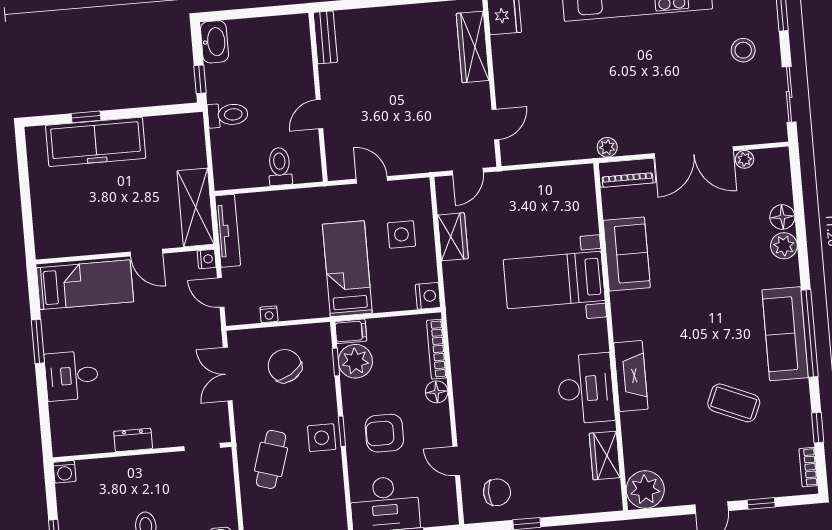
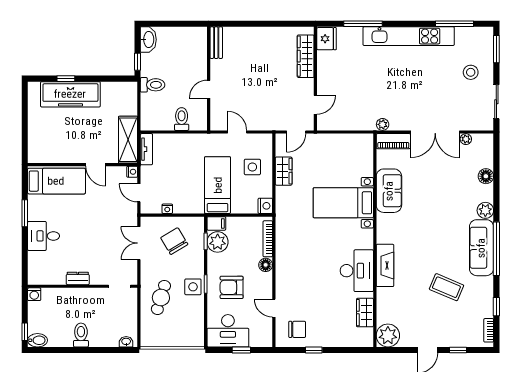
tv unit: (228, 231) -> (146, 149), width x0.71
plant: (784, 246) -> (485, 210), moved

